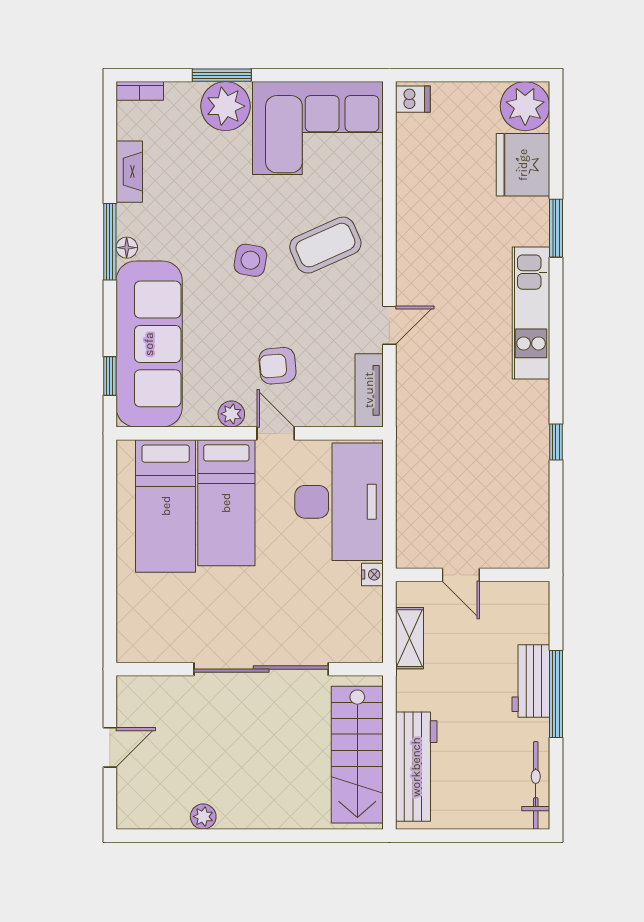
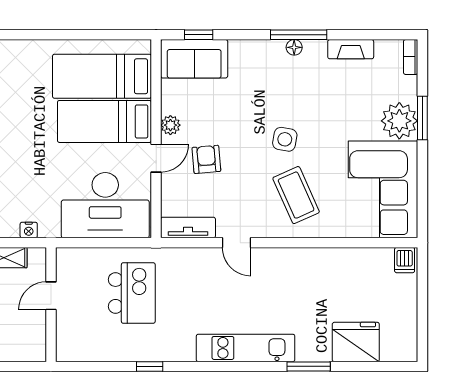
plant: (525, 106) -> (399, 343), removed
sofa: (149, 344) -> (194, 59), width x0.54, depth x0.79
kitchen island: (457, 466) -> (132, 293), added
nightstand: (372, 575) -> (29, 230), moved

